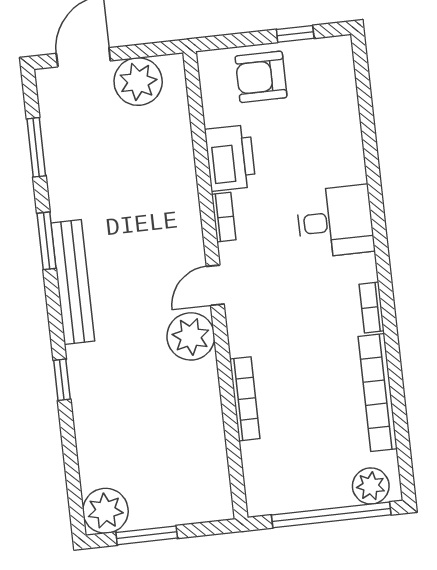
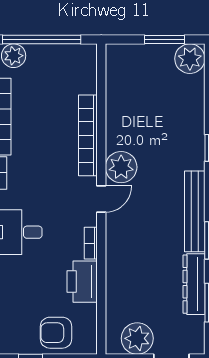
armchair: (261, 77) -> (56, 333), turned 180
dresser: (62, 173) -> (194, 284), added
bookcase: (245, 399) -> (88, 135), width x1.48, depth x1.31

